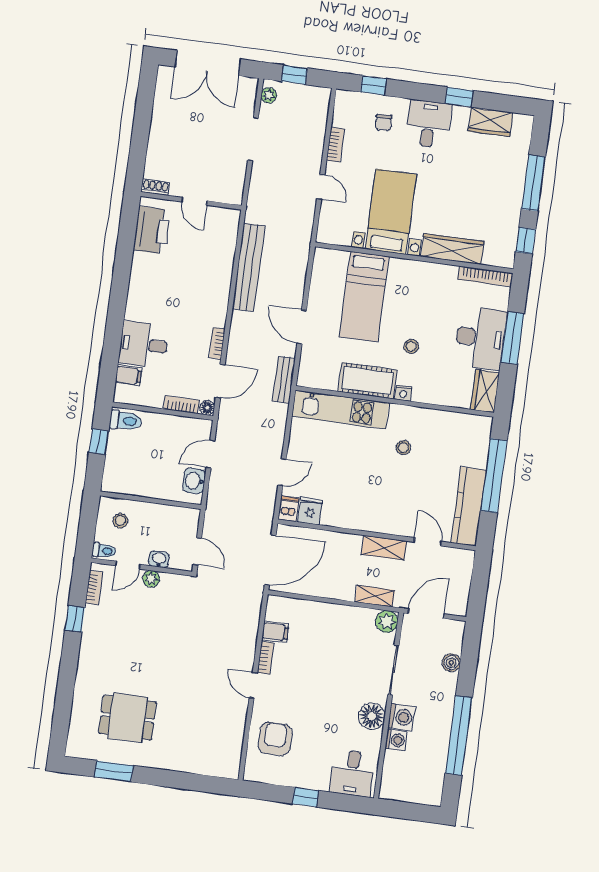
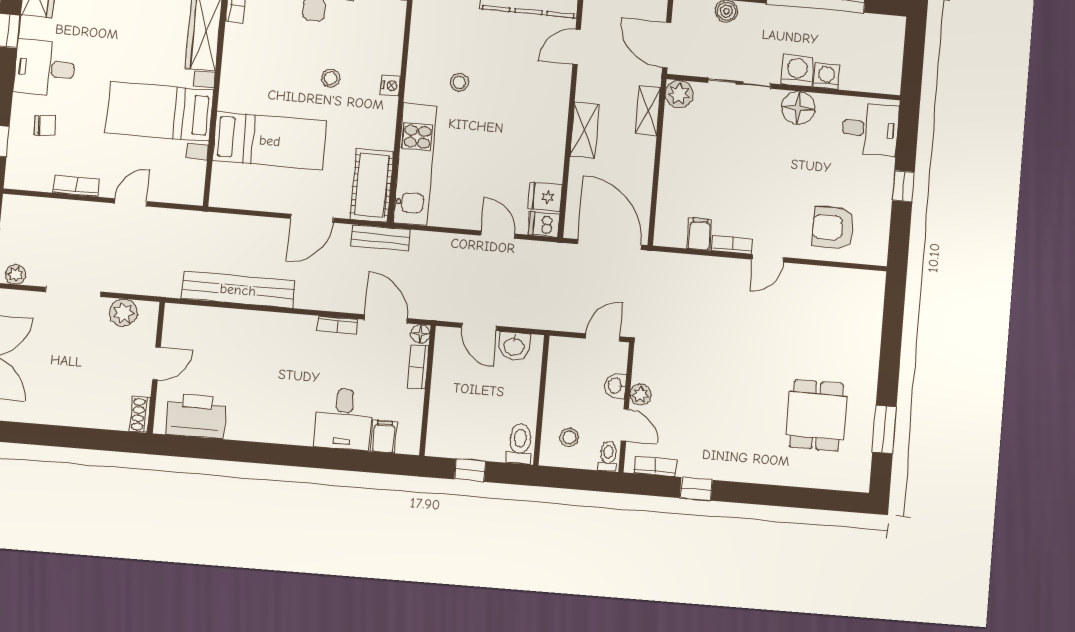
plant: (235, 177) -> (123, 313), added
cot: (367, 381) -> (372, 185), moved
toilet: (126, 421) -> (520, 444), moved
shelving: (384, 548) -> (584, 130), moved

